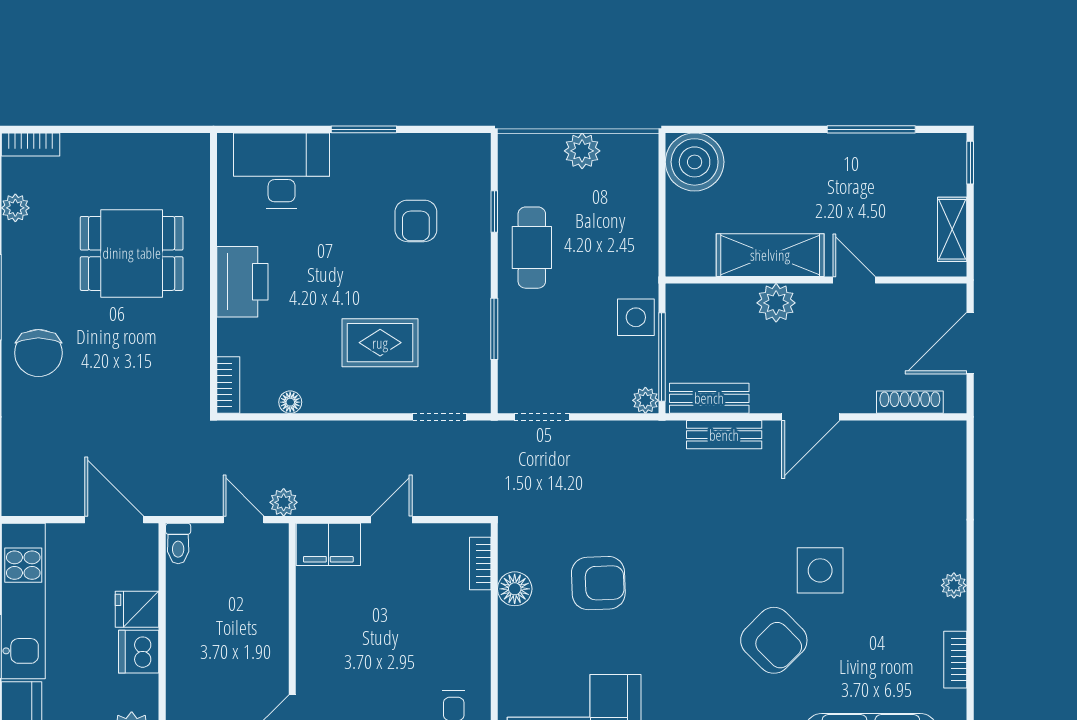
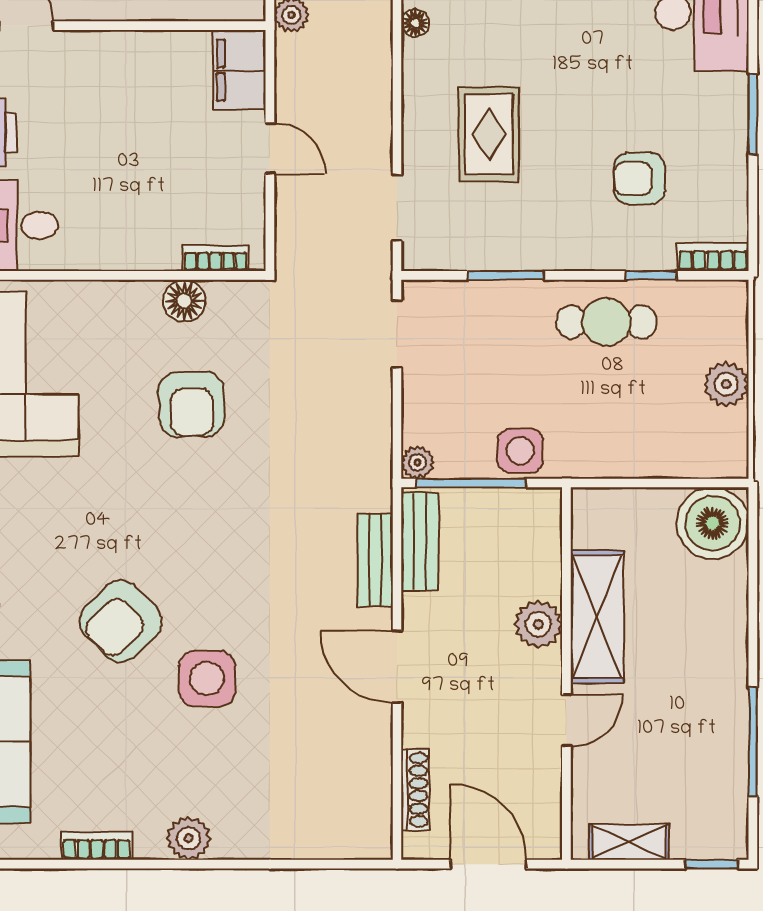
bookcase: (479, 162) -> (713, 257), added
plant: (954, 585) -> (189, 838), width x1.38, depth x1.38

